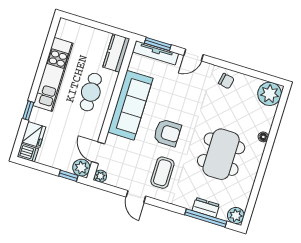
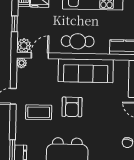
cafe table: (91, 92) -> (78, 41), moved
window: (68, 176) -> (15, 24), moved

